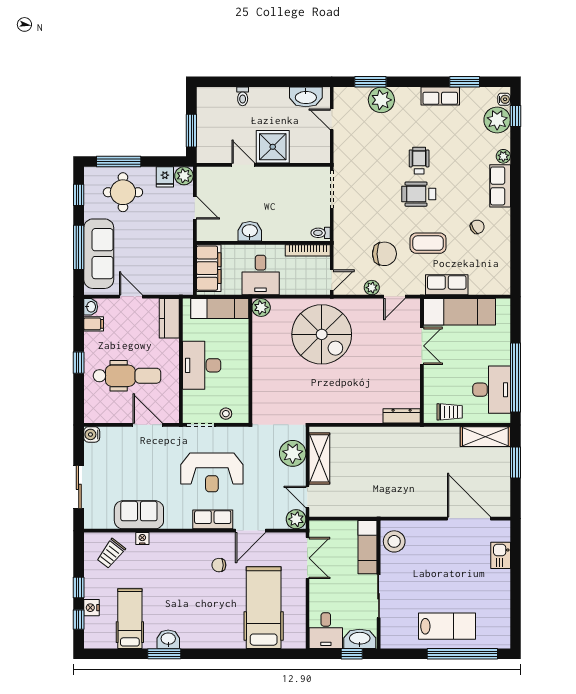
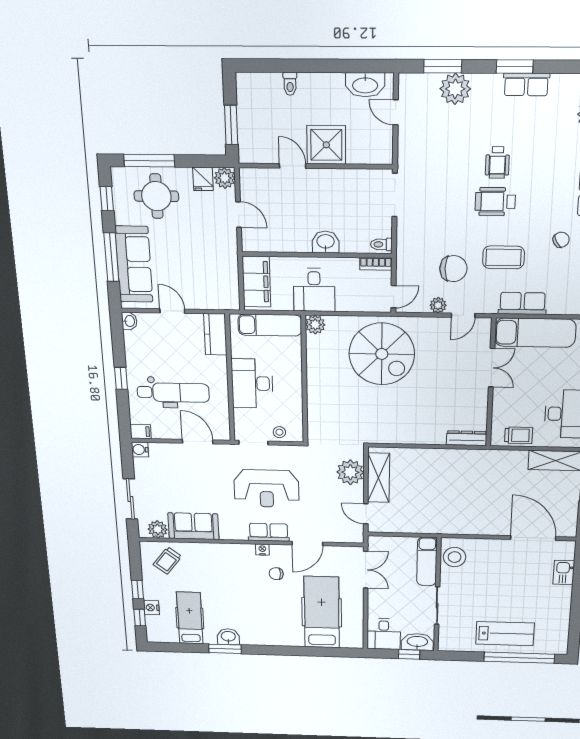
window: (465, 82) -> (515, 67), moved
wheelchair: (419, 161) -> (497, 162), turned 180
washbasin: (250, 231) -> (326, 242), moved
bookcase: (308, 250) -> (376, 264), width x0.64
filing cabinet: (94, 324) -> (141, 432), moved
plant: (296, 519) -> (158, 529), moved
nightstand: (142, 539) -> (262, 550), moved

